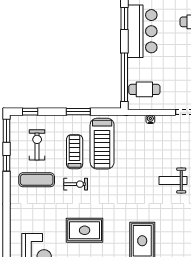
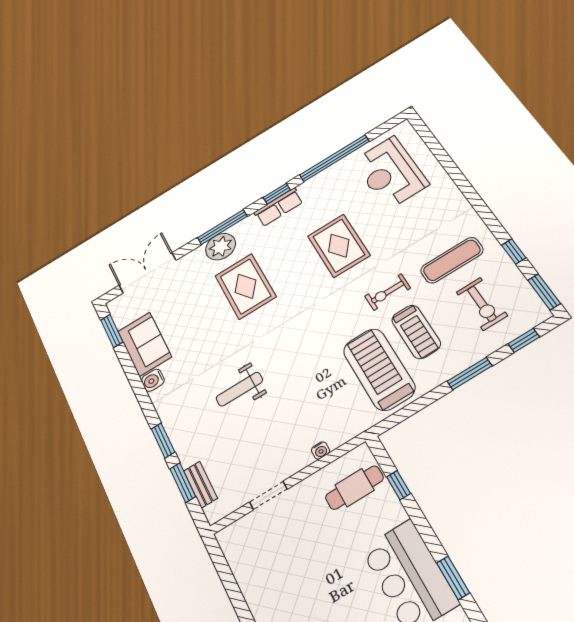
window: (124, 77) -> (399, 485), width x0.32
window: (78, 112) -> (470, 374), moved
weight bench: (173, 180) -> (239, 389), turned 180
rug: (85, 230) -> (339, 246), turned 90

